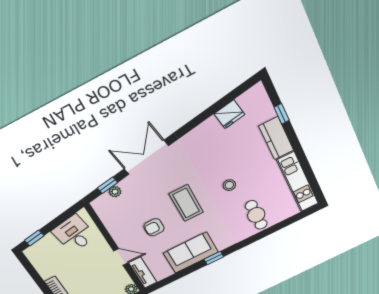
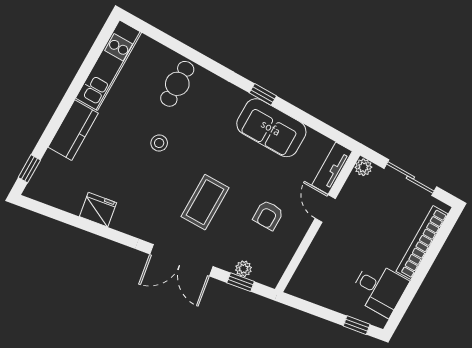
fridge: (229, 114) -> (98, 210), moved
window: (282, 114) -> (29, 169), moved
coffee table: (186, 203) -> (205, 202), moved
armchair: (154, 227) -> (268, 215), moved, turned 90
desk: (74, 234) -> (379, 289), moved, turned -81

